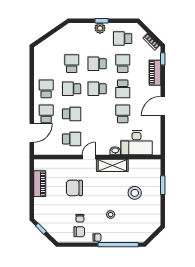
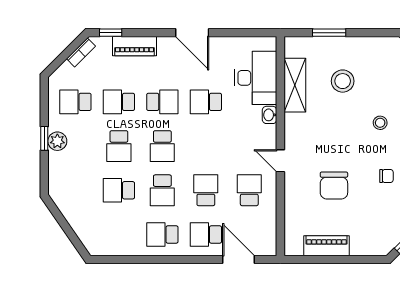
school desk: (123, 39) -> (75, 102), turned 90
shelving: (112, 165) -> (295, 85), moved

